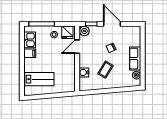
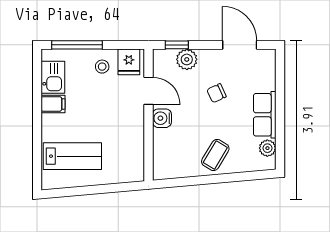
door: (112, 24) -> (240, 45), moved
plant: (84, 31) -> (187, 59), moved
door: (77, 47) -> (148, 91), swing flipped
coffee table: (105, 70) -> (215, 155), moved
water cooler: (84, 72) -> (162, 118), moved

